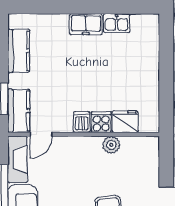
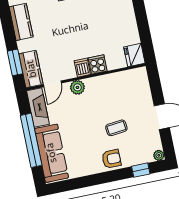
fridge: (125, 122) -> (134, 55), moved, turned -90
plant: (111, 145) -> (77, 87), moved

